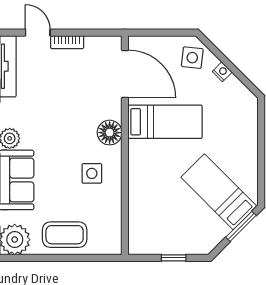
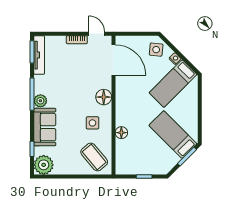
door: (38, 33) -> (97, 34), moved
bed: (165, 122) -> (173, 84), moved, turned 135
floor lamp: (137, 189) -> (121, 133), added
coffee table: (65, 235) -> (94, 157), moved, turned 50

